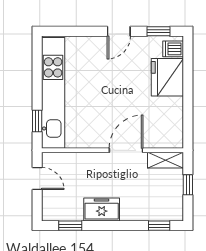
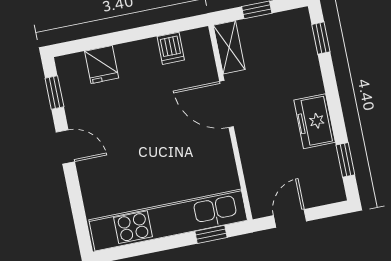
dishwasher: (173, 49) -> (171, 48), moved
fridge: (167, 77) -> (102, 65), width x0.53, depth x0.75

